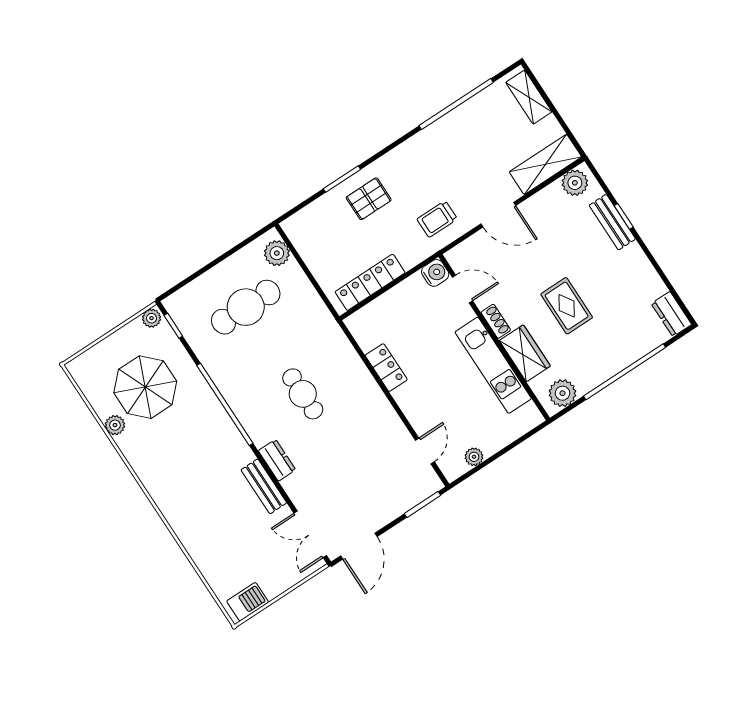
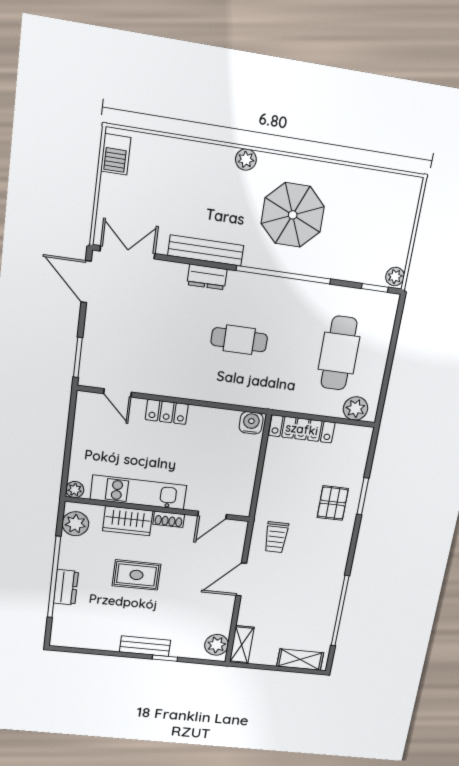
shelving: (545, 164) -> (242, 645), width x0.67, depth x0.75
trolley: (437, 219) -> (276, 537), turned 180
bench: (612, 222) -> (145, 646), moved
water cooler: (435, 273) -> (251, 423), moved, turned 180
locker: (370, 282) -> (302, 429), moved, turned 90
dresser: (671, 314) -> (66, 587), moved, turned 90
locker: (386, 368) -> (167, 412), moved
parasol: (145, 387) -> (293, 215), moved
plant: (115, 425) -> (246, 160), moved
plant: (474, 457) -> (75, 490), moved
bench: (264, 486) -> (206, 251), width x1.36

